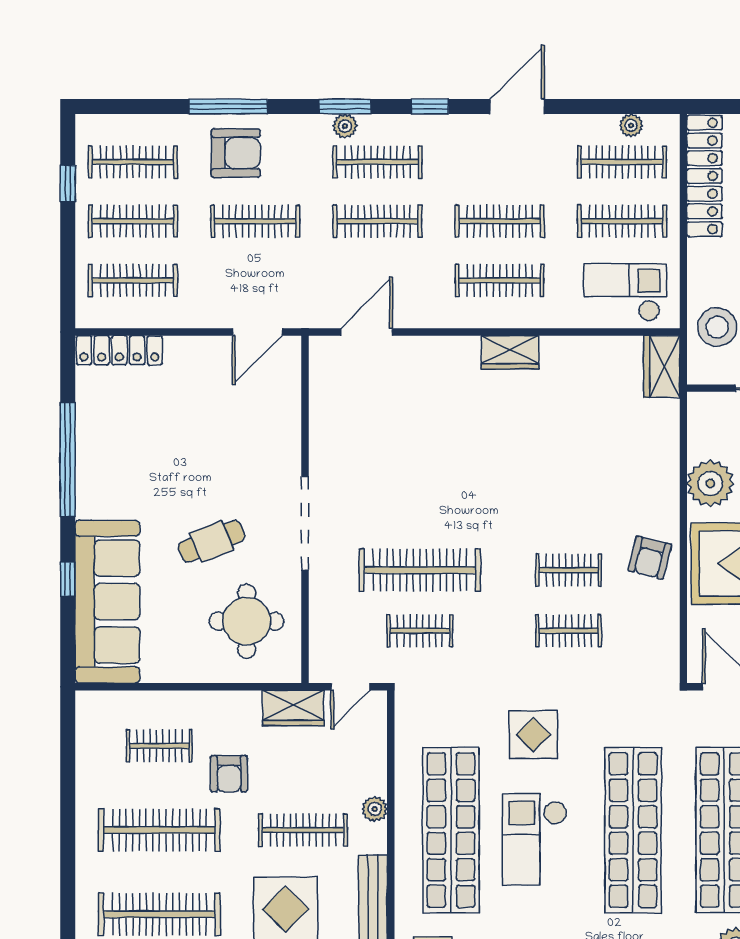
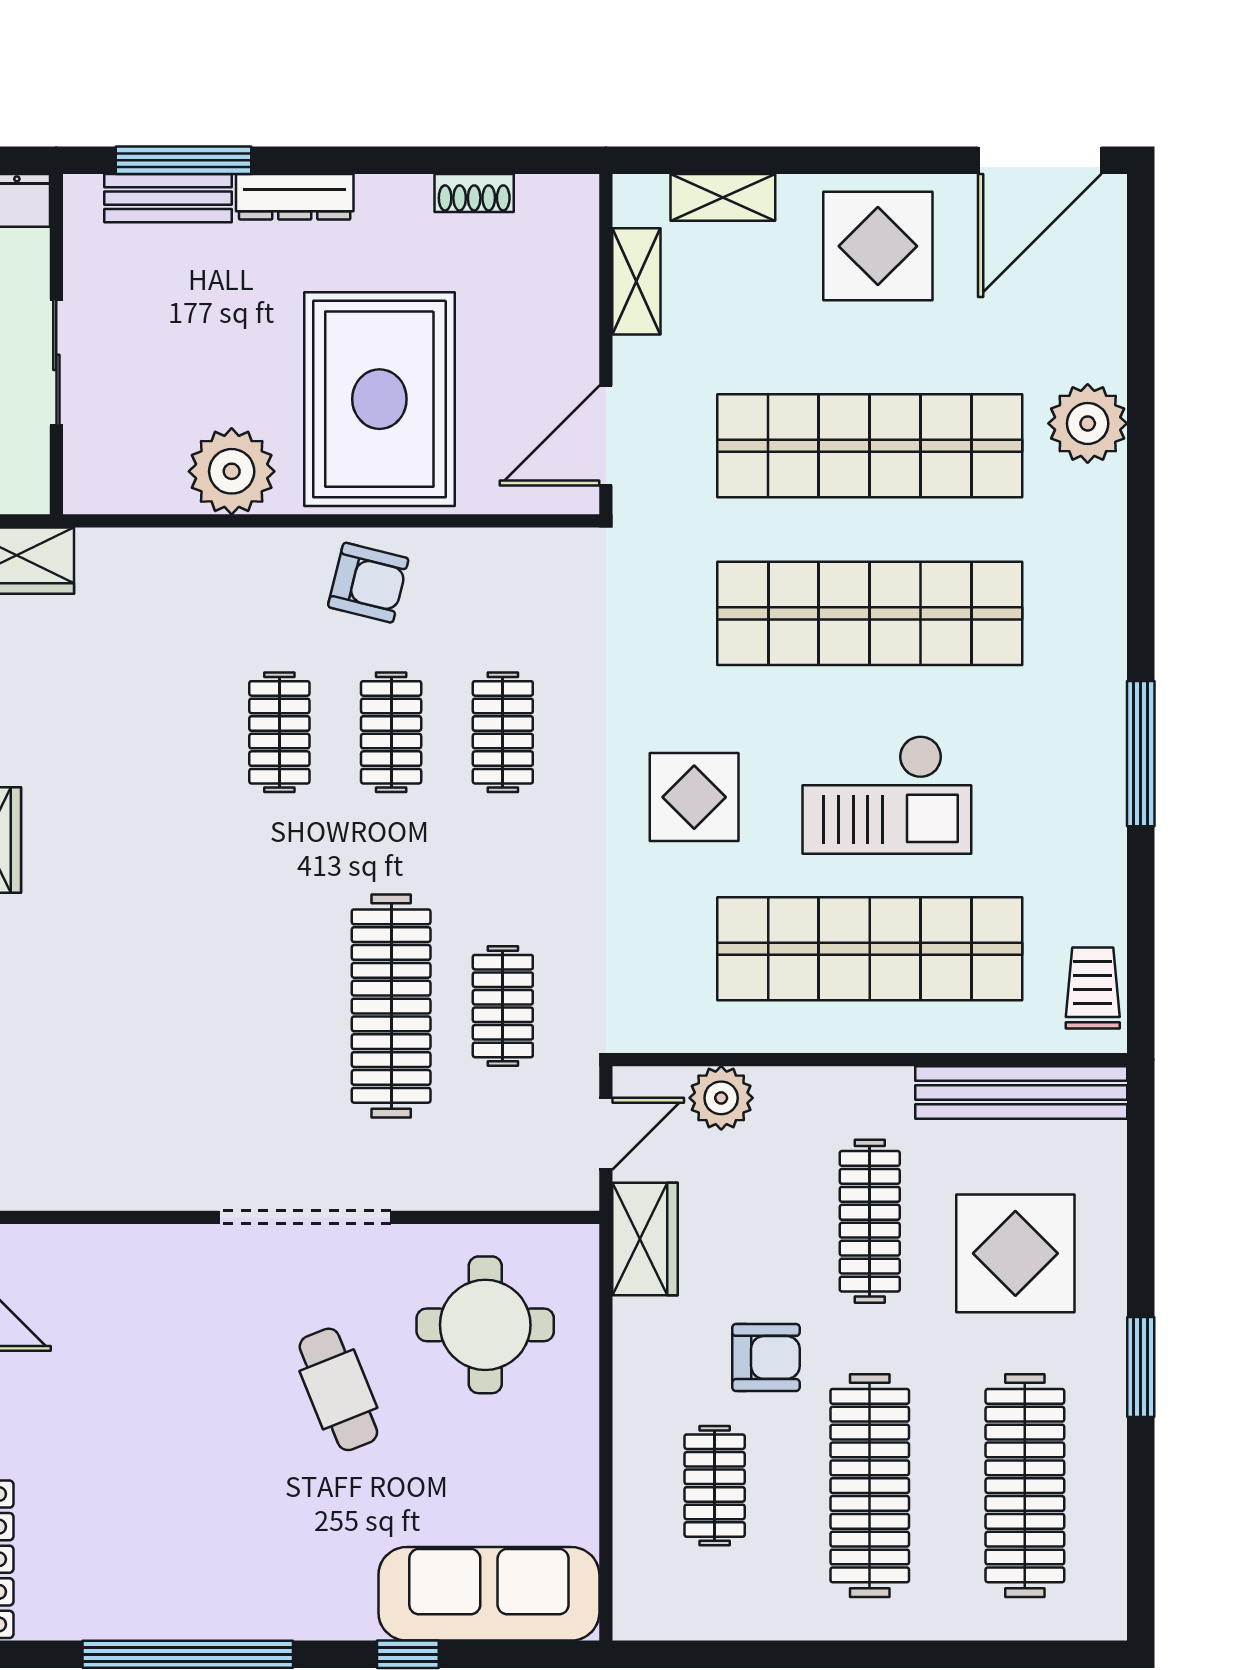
clothes rail: (569, 509) -> (279, 732), added
sofa: (107, 602) -> (489, 1594), width x0.74, depth x0.79
door: (350, 687) -> (606, 1134), hinge flipped
plant: (375, 809) -> (721, 1098), moved, width x1.38, depth x1.38

